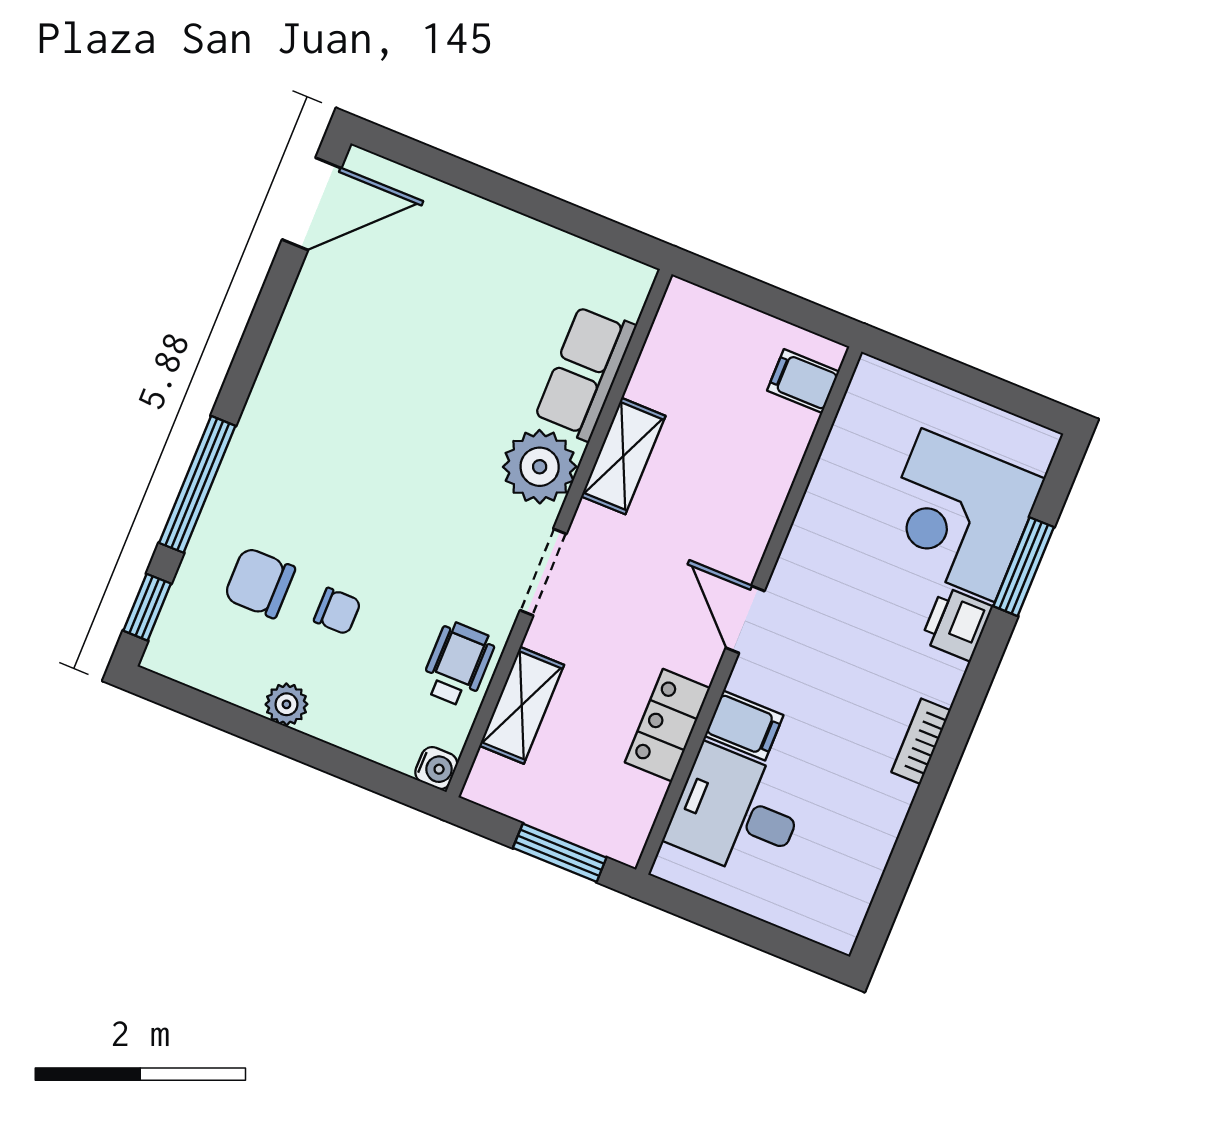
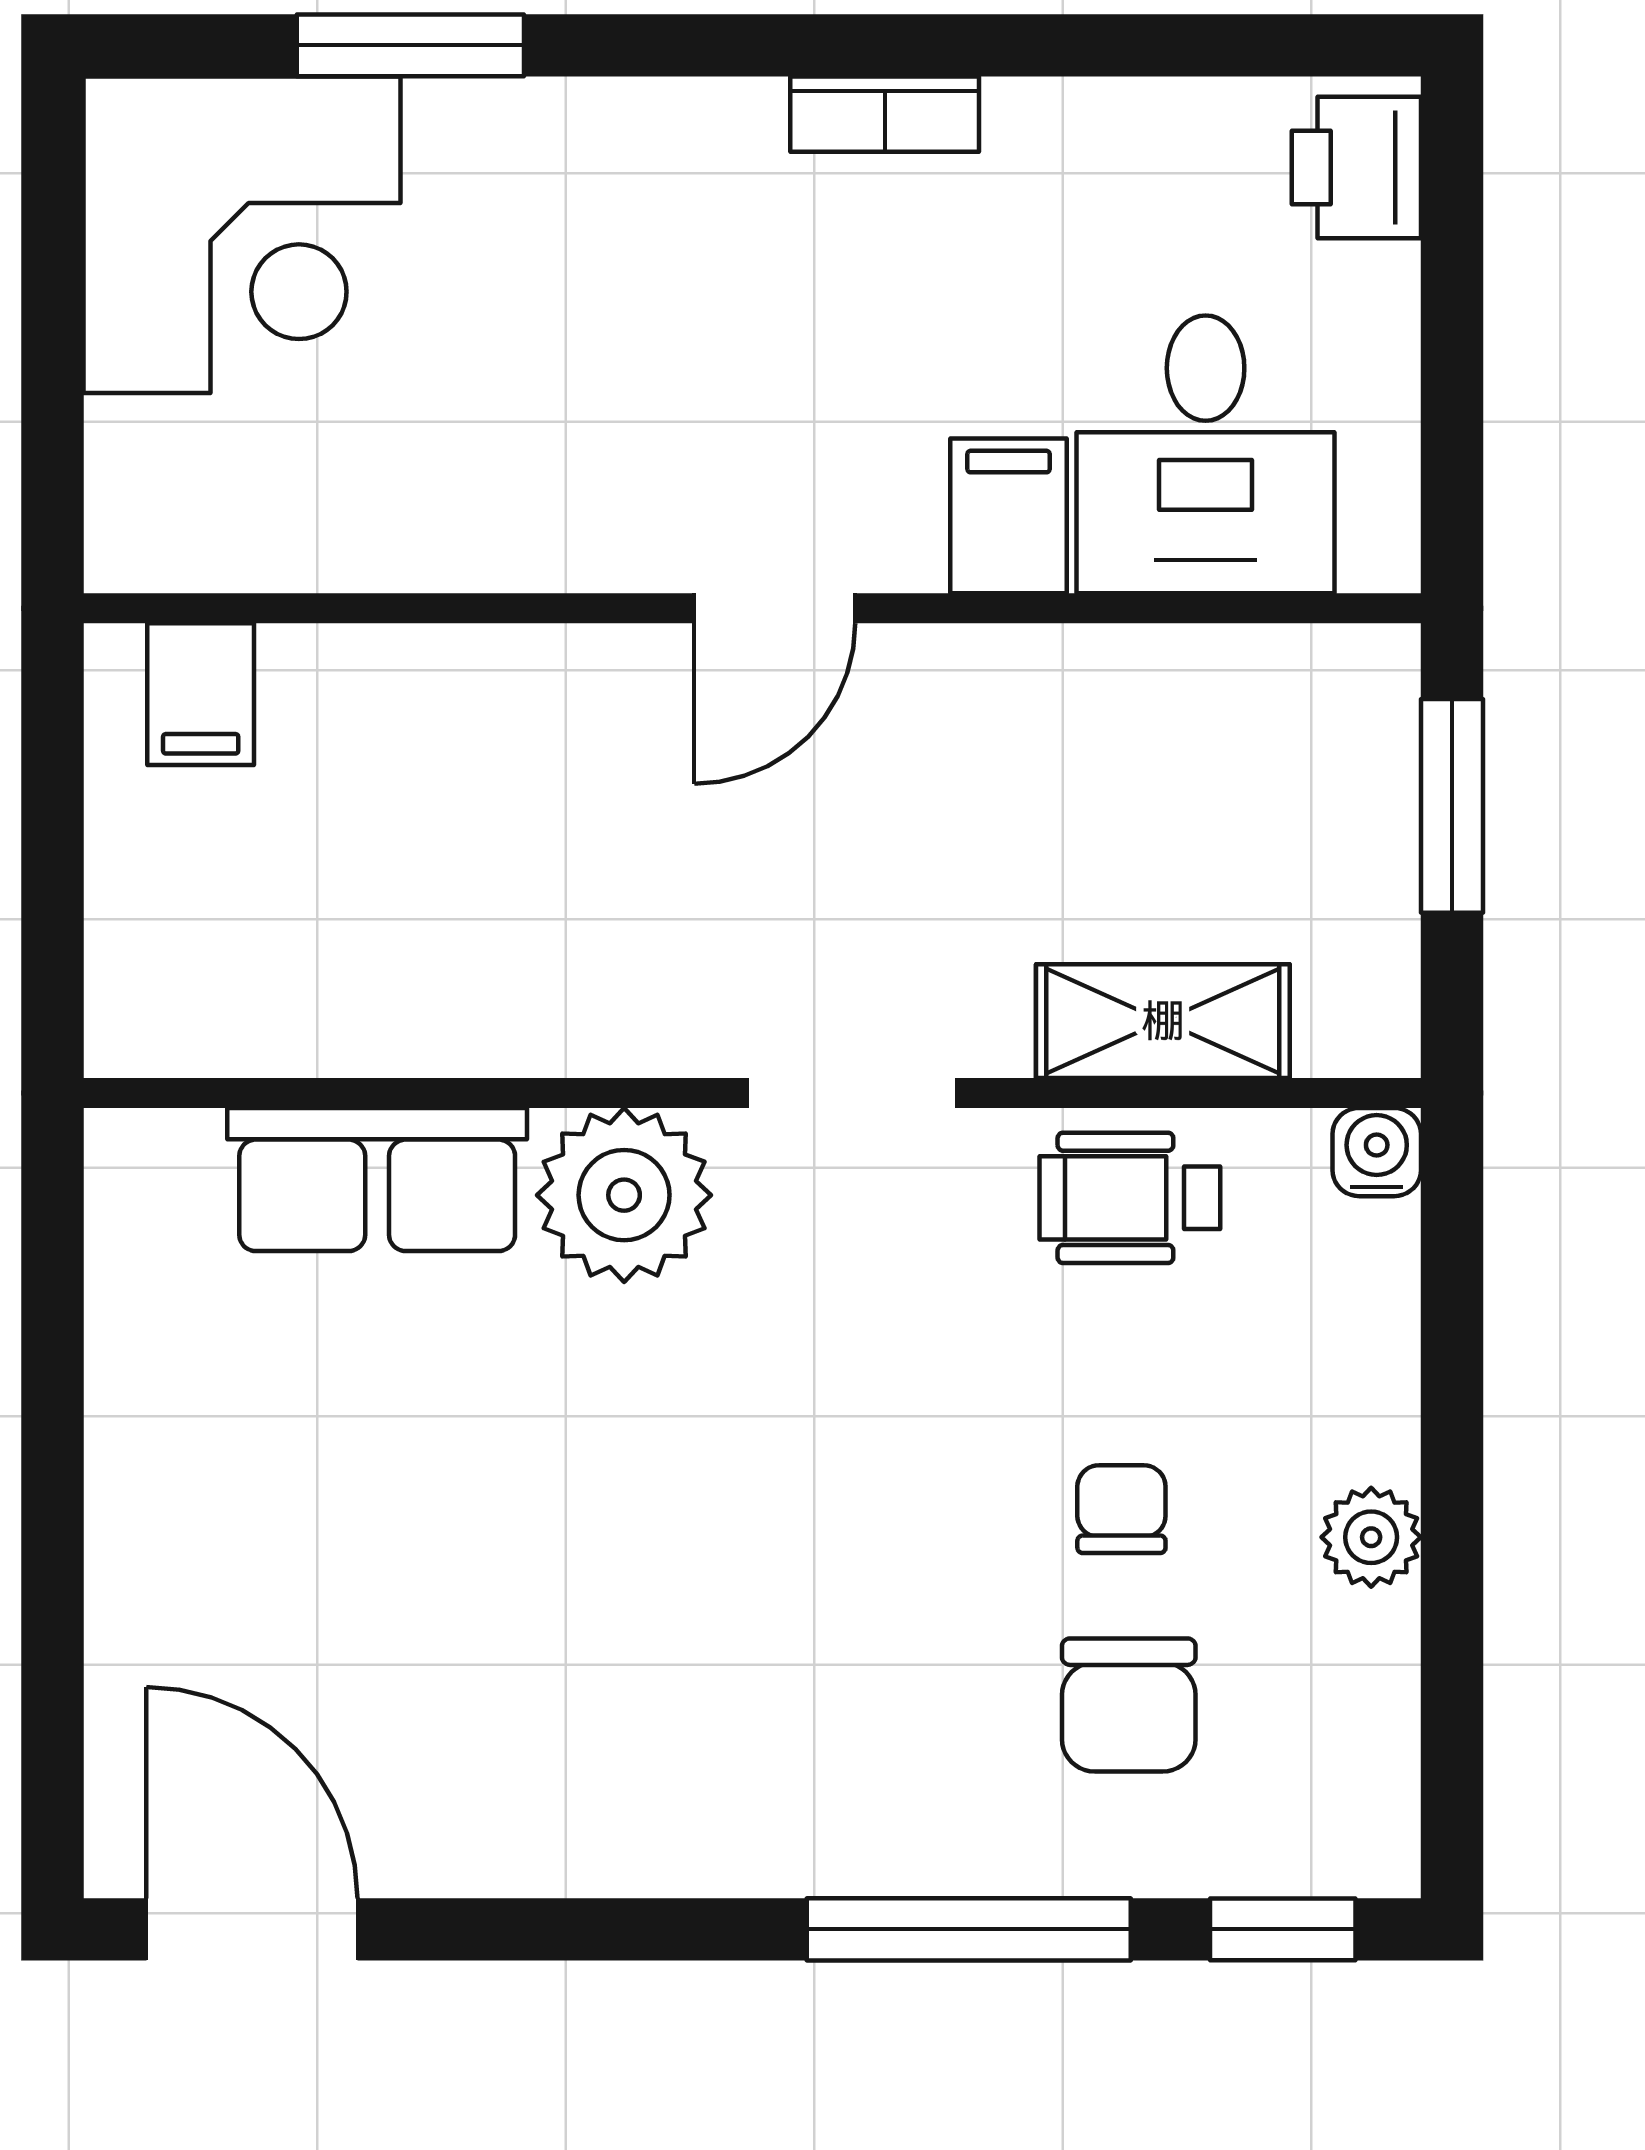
shelving: (623, 456) -> (526, 1021), removed
corner desk: (958, 515) -> (242, 235), moved
printer: (957, 624) -> (1356, 167), moved, turned 90
locker: (668, 725) -> (1076, 684), removed

